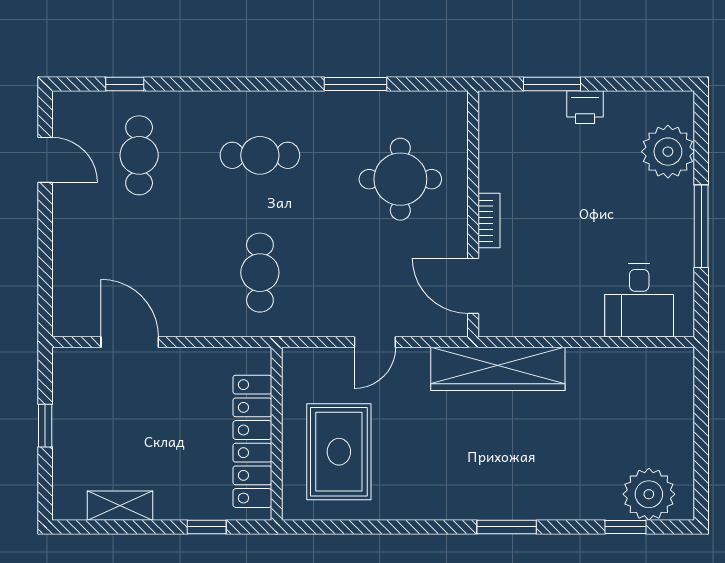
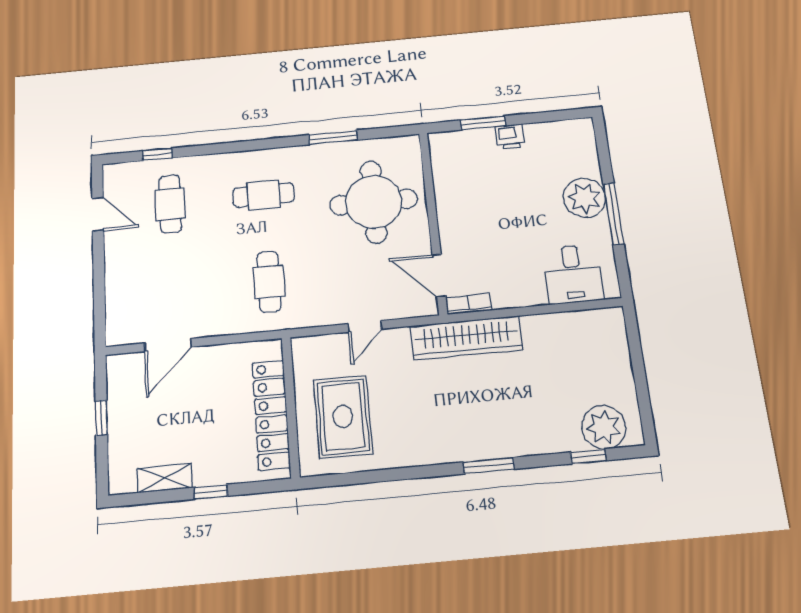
plant: (668, 152) -> (584, 198), moved
round table: (400, 179) -> (374, 202), width x1.36, depth x1.36
bookcase: (489, 221) -> (468, 304), moved, turned -90
door: (130, 342) -> (168, 345), swing flipped
window: (207, 527) -> (211, 492), moved

